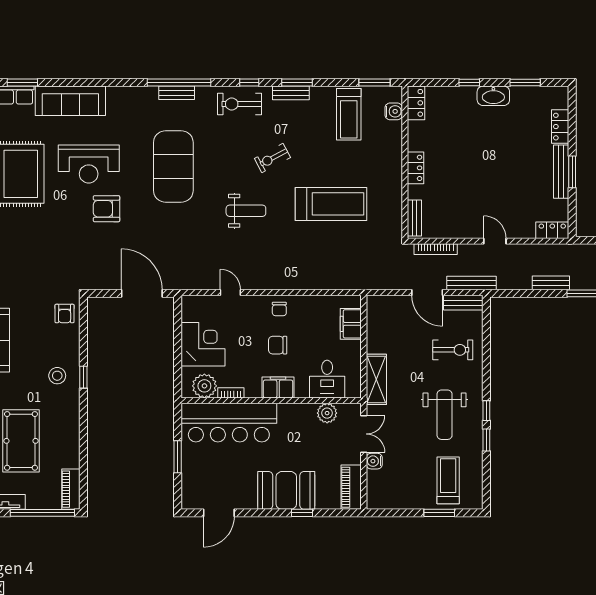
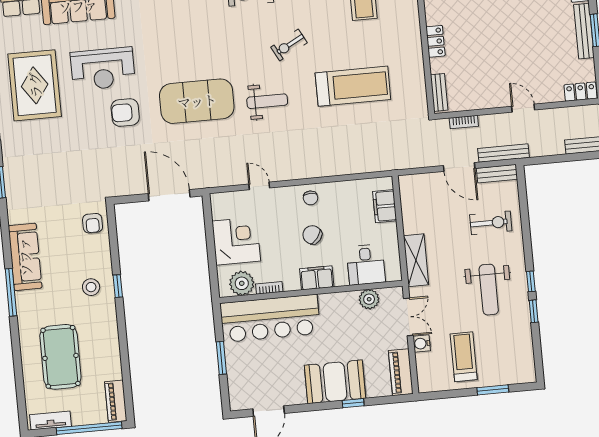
exercise mat: (173, 166) -> (197, 101), moved, turned 90
bookcase: (436, 249) -> (464, 122), width x0.64
chair: (278, 345) -> (312, 235), turned 38
treadmill: (448, 480) -> (464, 357), moved

